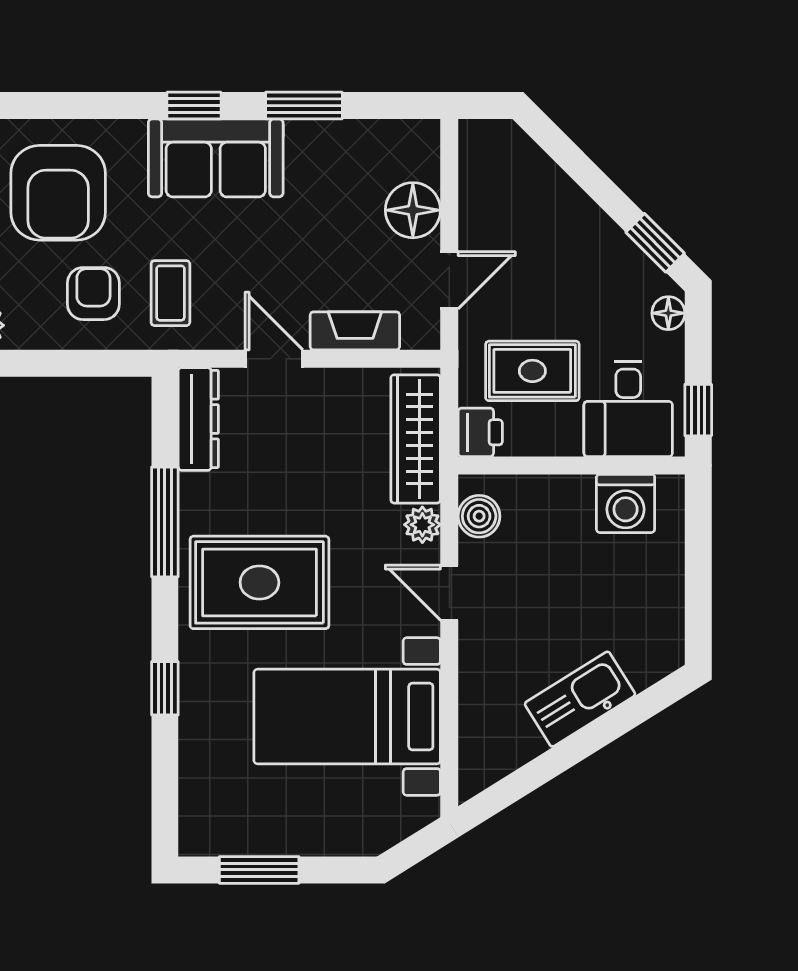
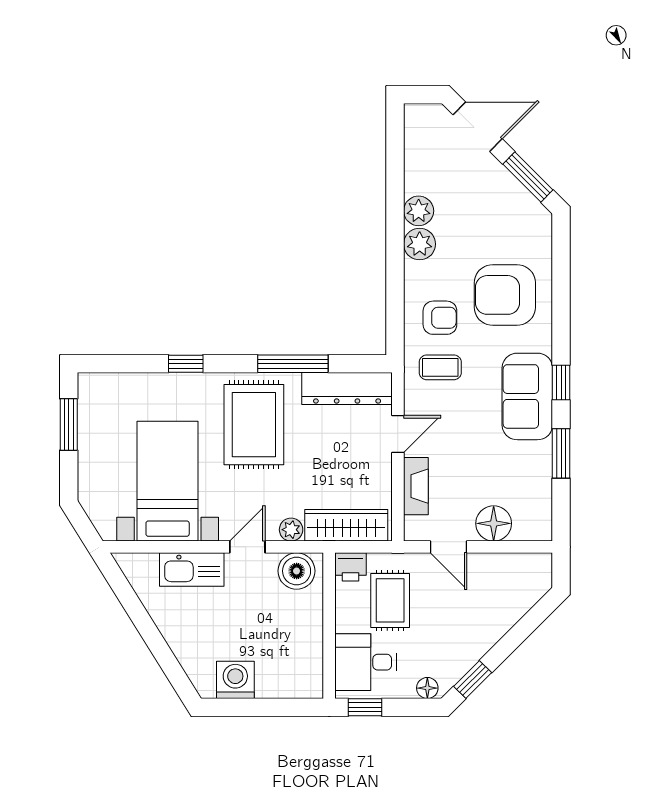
dresser: (198, 419) -> (347, 388), width x1.37, depth x1.24
washing machine: (626, 503) -> (235, 680), moved, turned 90
boiler: (479, 516) -> (297, 571), width x1.36, depth x1.36
kitchen sink: (580, 699) -> (192, 570), moved, turned 122

